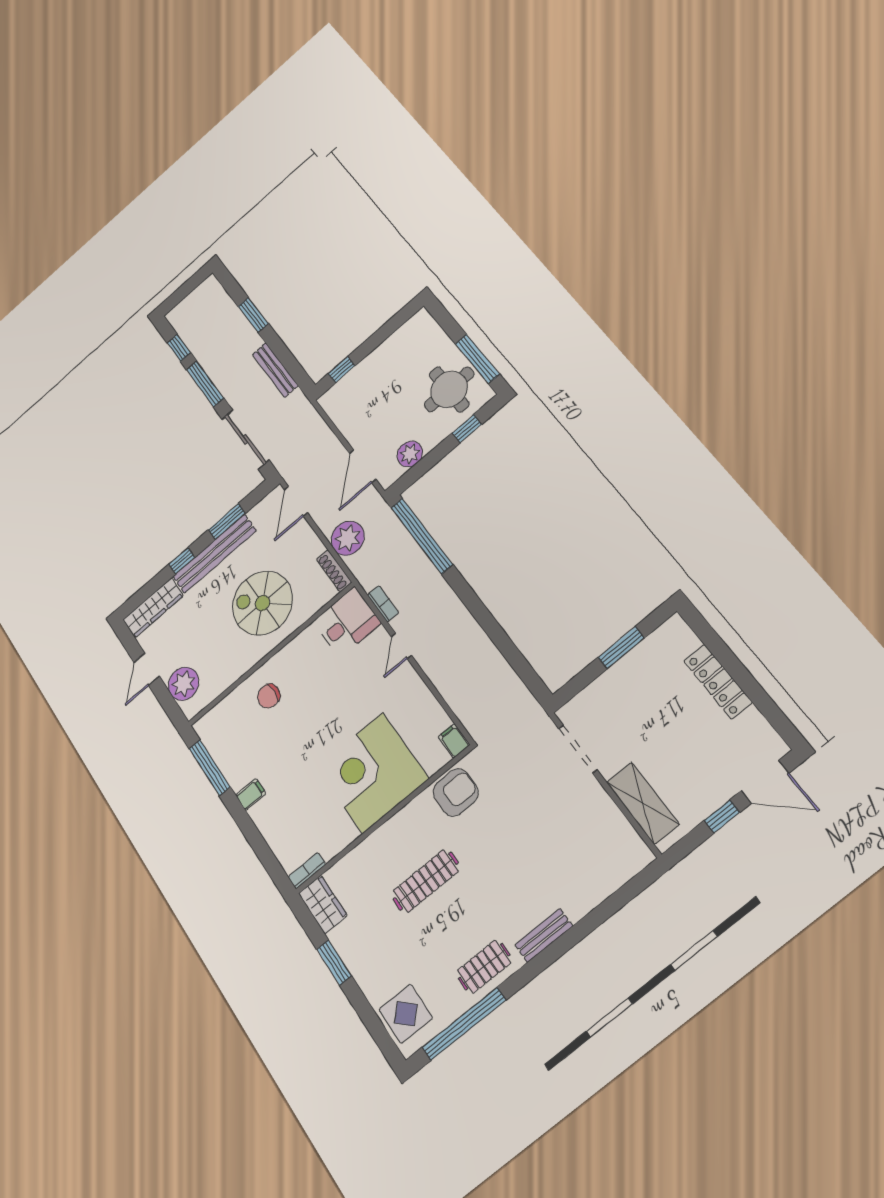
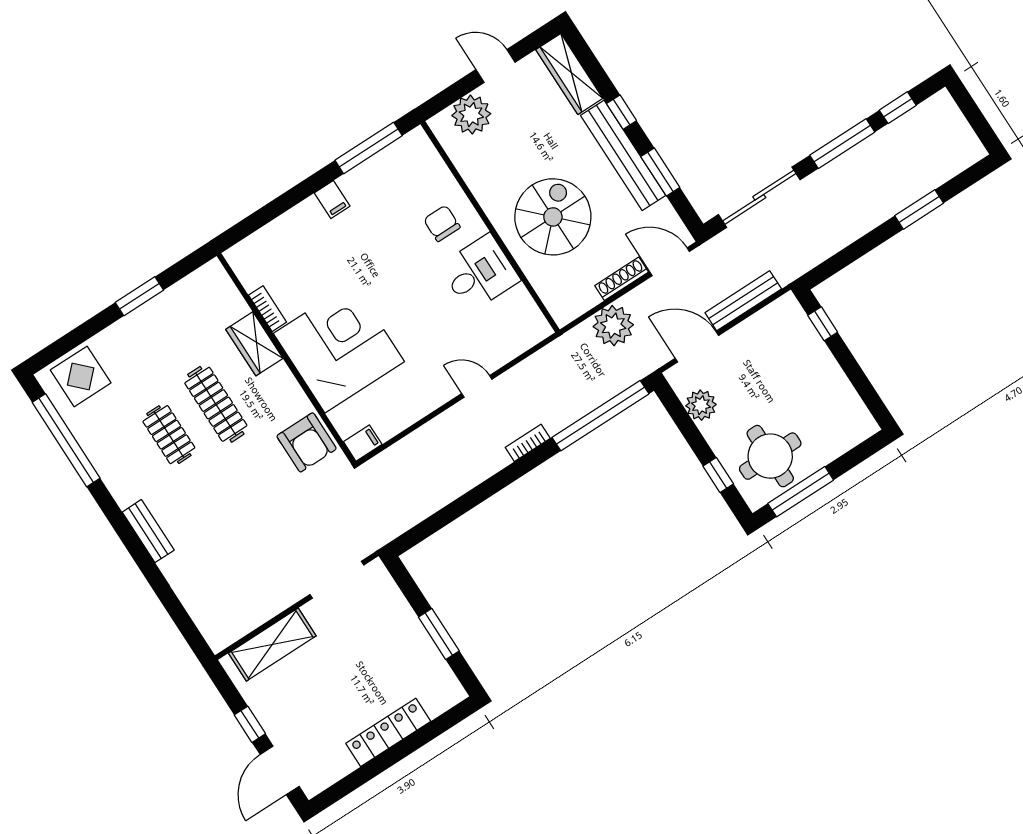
bench: (275, 370) -> (743, 301), moved
shoe rack: (334, 571) -> (622, 279), moved
bookcase: (383, 604) -> (528, 443), moved, turned 180
desk: (347, 622) -> (480, 273), moved, turned -90
bookcase: (307, 871) -> (268, 309), moved
wardrobe: (323, 904) -> (254, 344), moved, turned 90
clothes rail: (484, 967) -> (169, 435), moved

